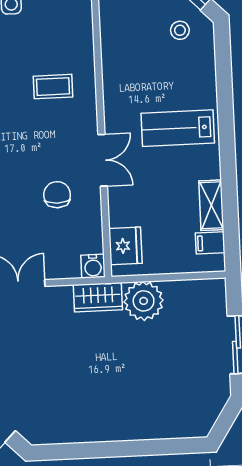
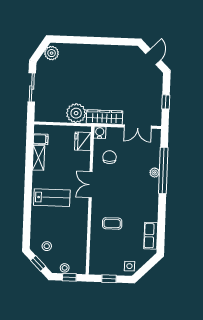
chair: (57, 195) -> (110, 157), moved, turned 180
wardrobe: (98, 297) -> (105, 117), width x1.50
plant: (203, 417) -> (52, 53), added

